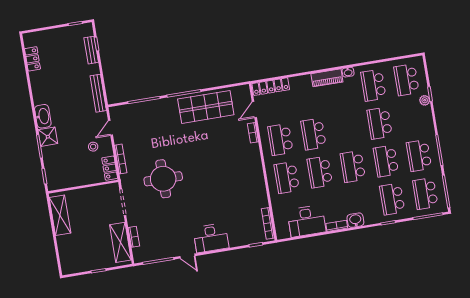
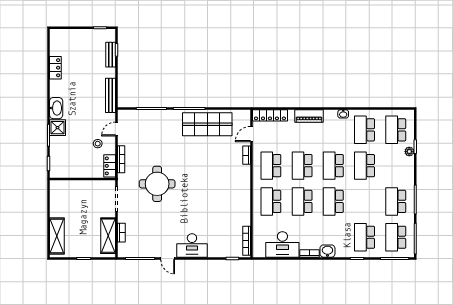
locker: (32, 59) -> (55, 68), moved
piano: (327, 78) -> (309, 116), moved
school desk: (386, 161) -> (333, 166), moved
shelving: (60, 215) -> (57, 236), moved

